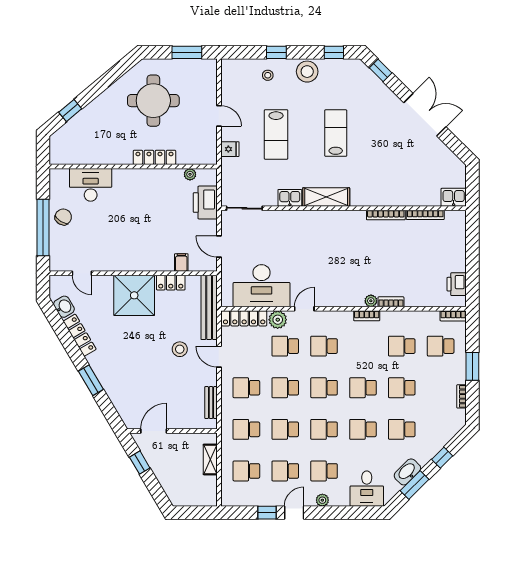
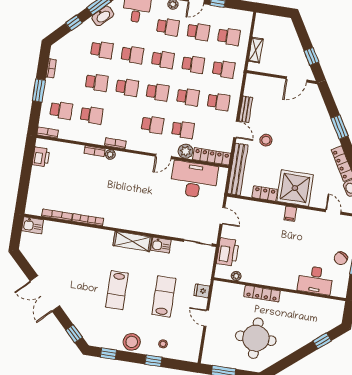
filing cabinet: (181, 262) -> (290, 214), moved
bench: (211, 403) -> (246, 109), moved

